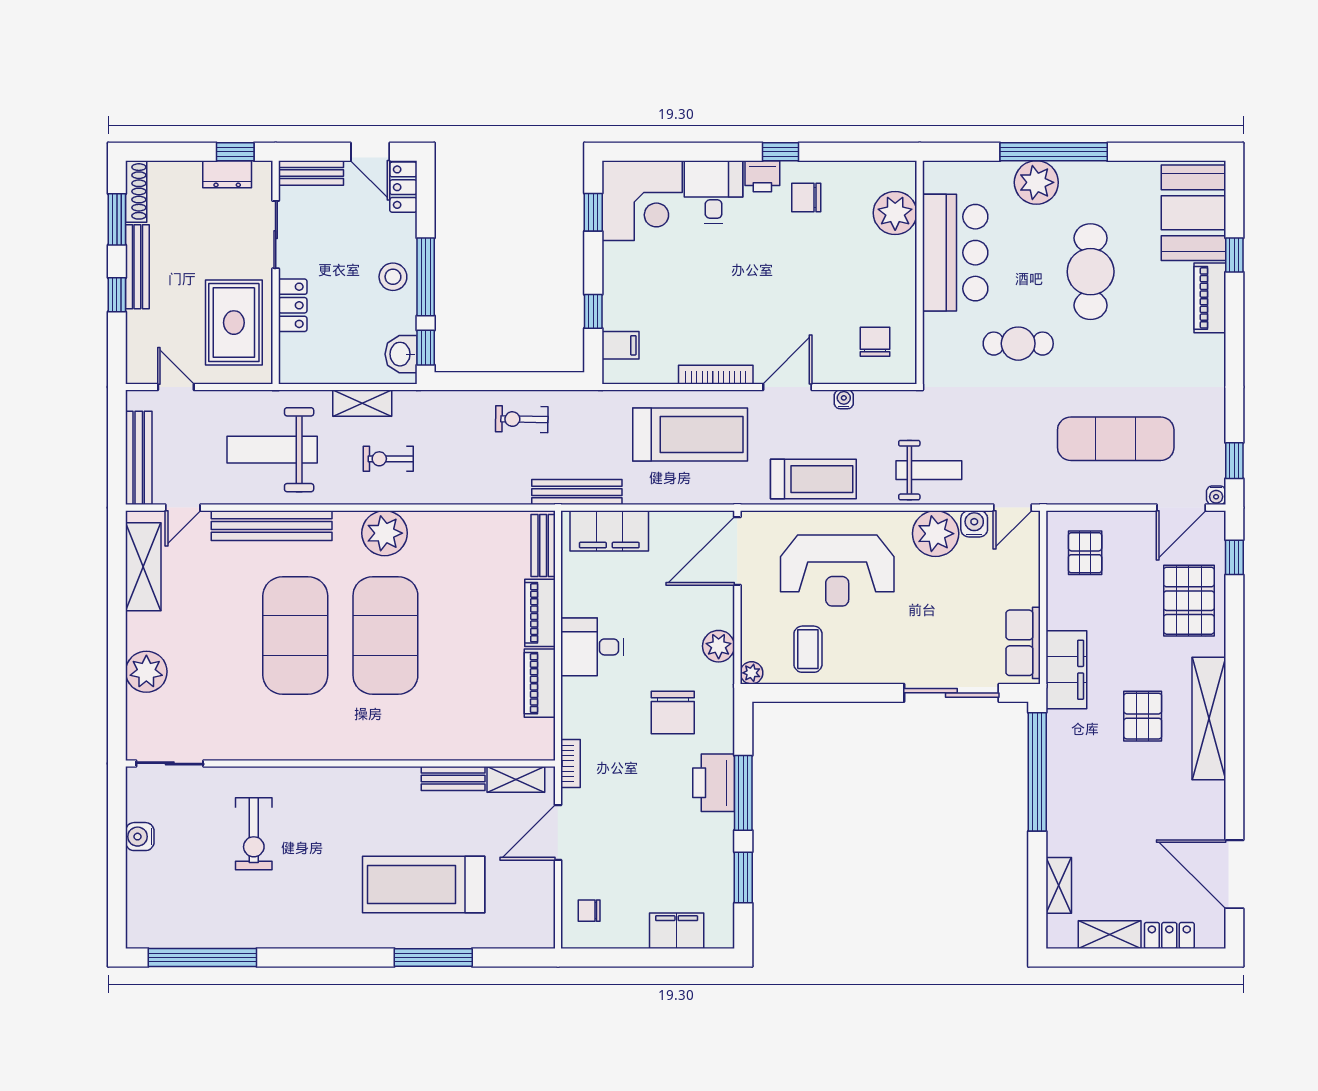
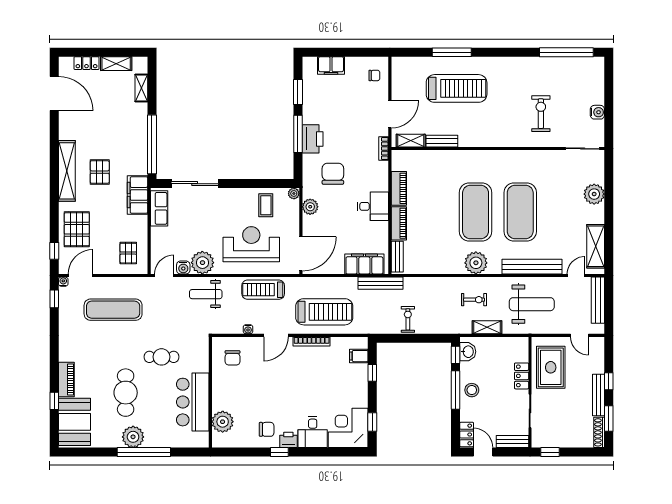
dresser: (227, 174) -> (554, 441), removed
plant: (1036, 182) -> (133, 437), moved
exercise bike: (522, 419) -> (408, 319), turned -91
treadmill: (690, 434) -> (324, 312), turned 180

